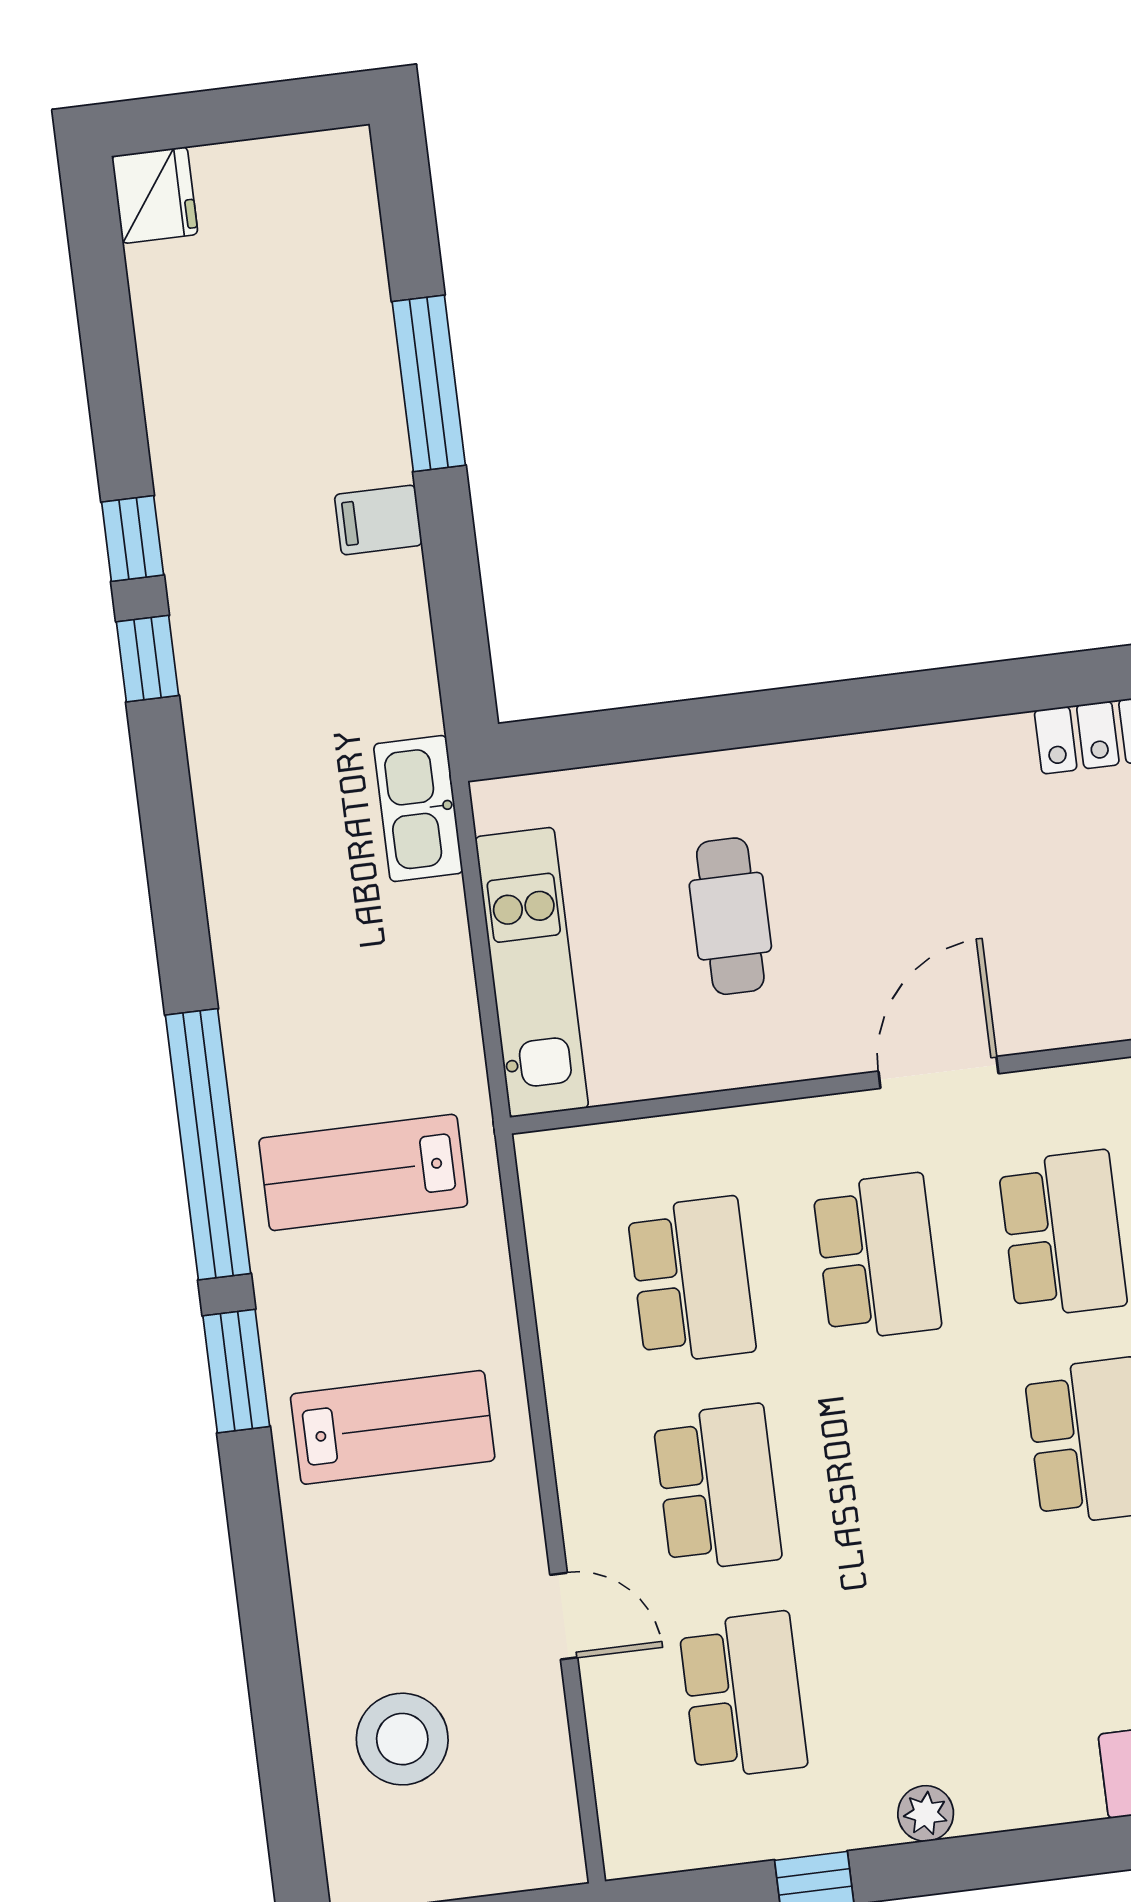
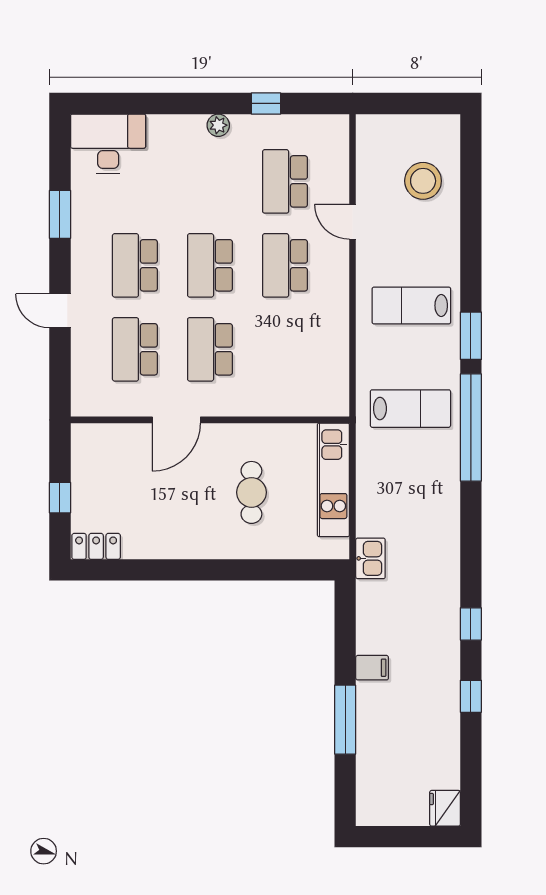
window: (133, 538) -> (471, 696), moved
kitchen sink: (418, 808) -> (370, 558), width x0.73
school desk: (691, 1280) -> (210, 265), moved

